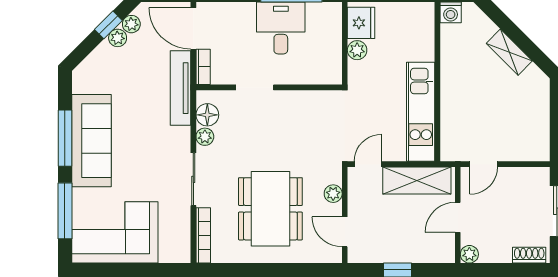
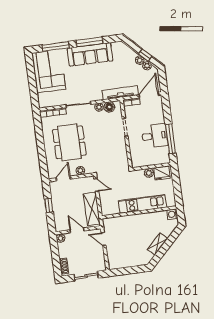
kitchen unit: (421, 112) -> (143, 204), moved
dining table: (270, 209) -> (69, 142), turned 90

